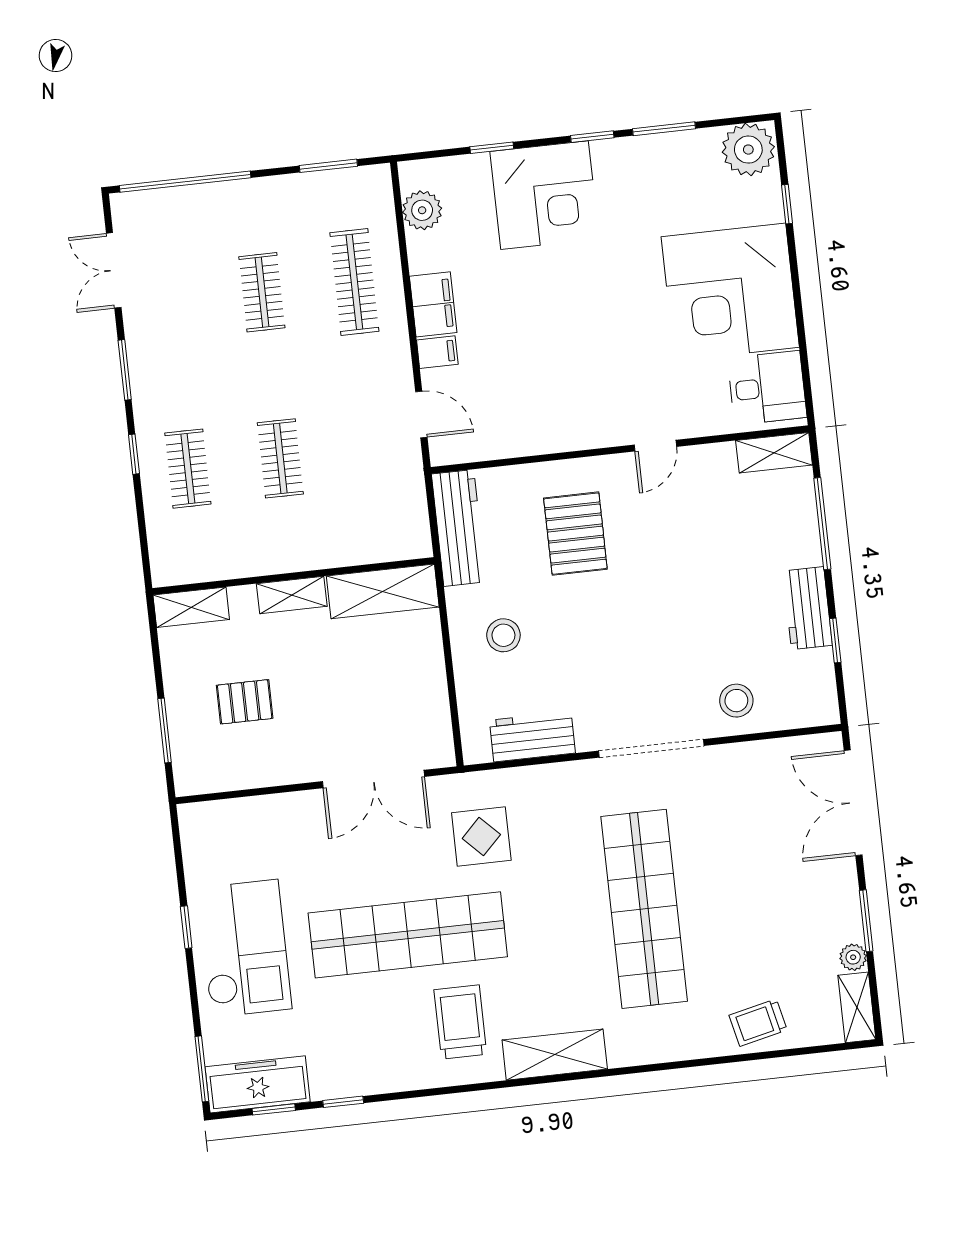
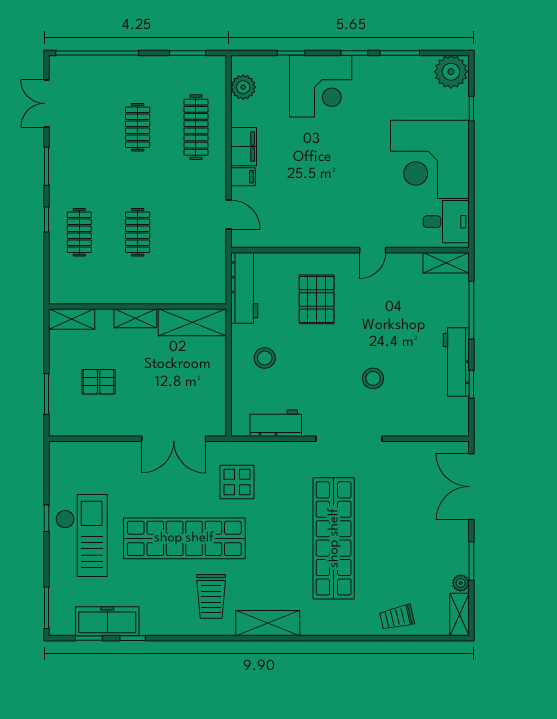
workbench: (808, 608) -> (456, 362), width x1.37
stool: (736, 701) -> (373, 378), moved
trolley: (460, 1022) -> (211, 596), turned 180
freezer: (258, 1084) -> (107, 621), moved

